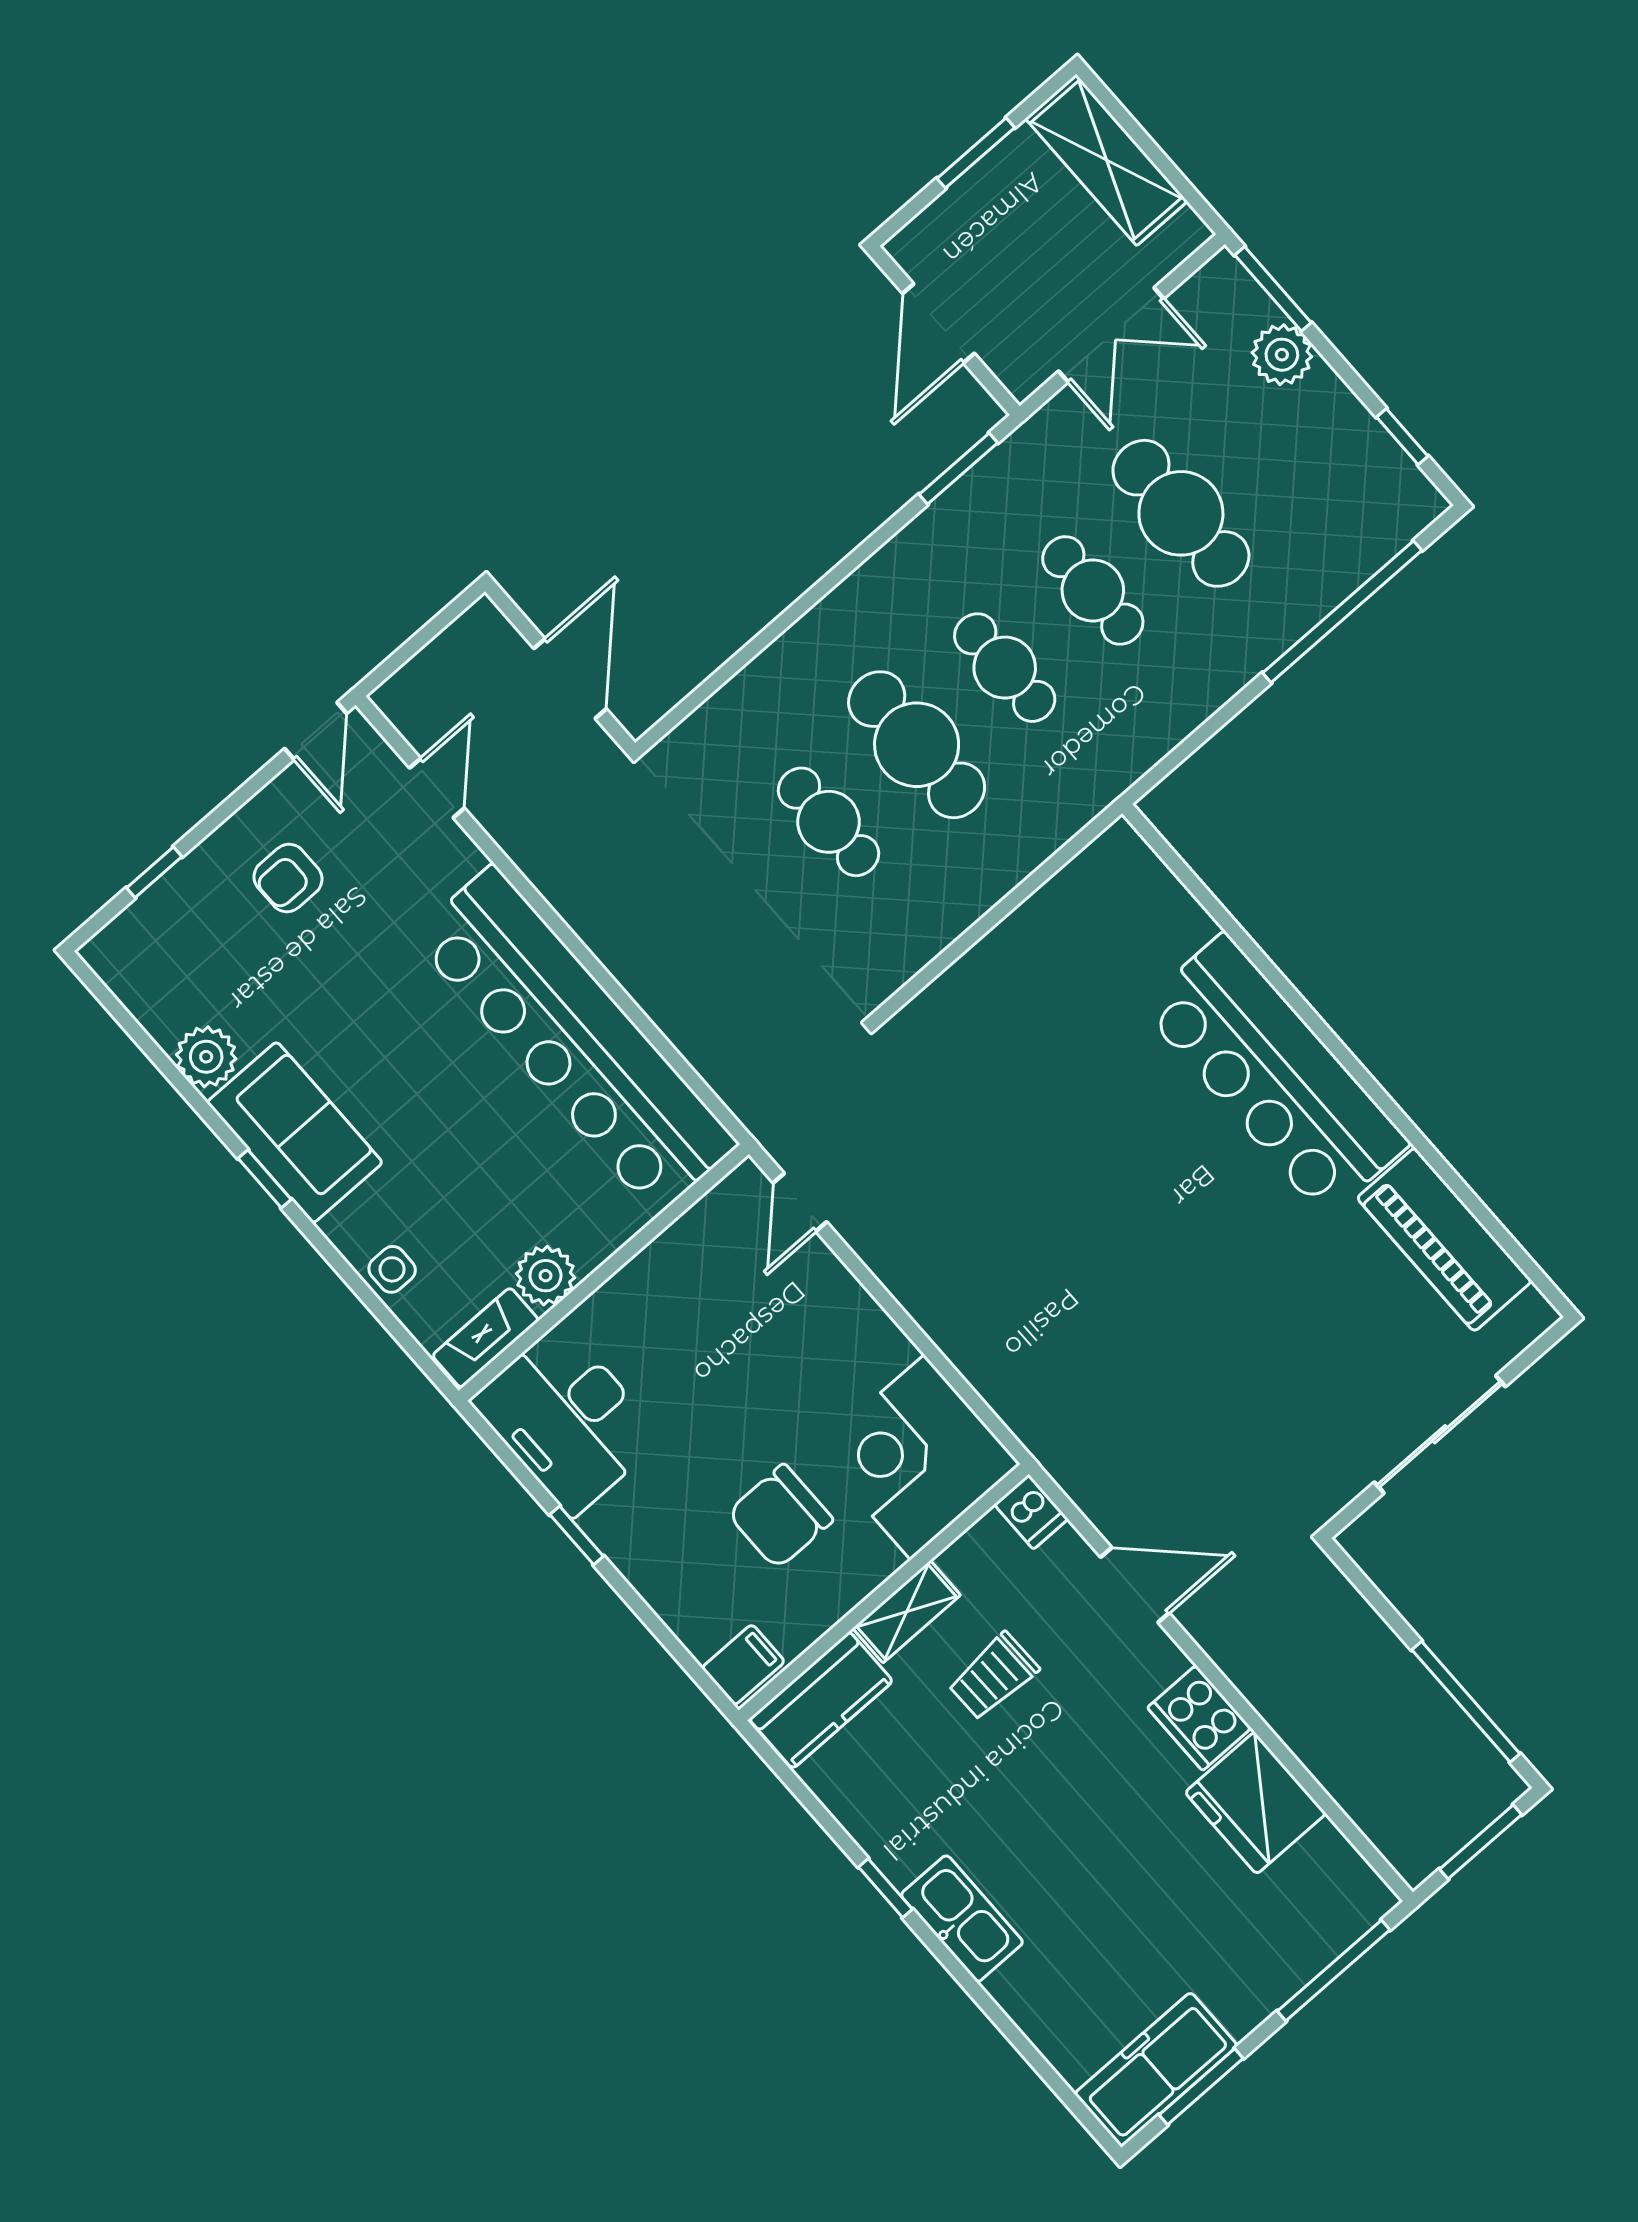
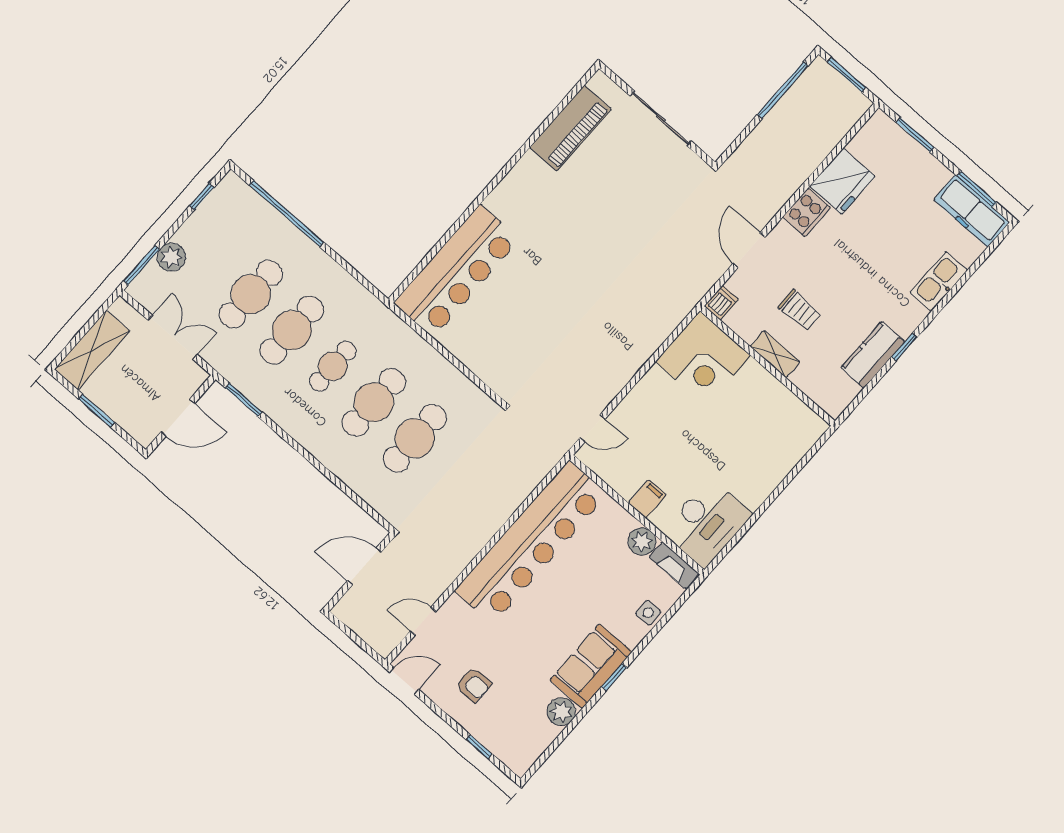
cafe table: (1093, 590) -> (292, 330), width x1.37, depth x1.35
cafe table: (829, 822) -> (415, 438), width x1.37, depth x1.35
bar counter: (1275, 1075) -> (457, 271), moved
chair: (780, 1517) -> (739, 418), removed
window: (577, 1535) -> (760, 511), removed
filing cabinet: (743, 1665) -> (647, 499), moved, turned 90
kitchen counter: (821, 1700) -> (873, 355), moved, turned -90
kitchen sink: (962, 1919) -> (939, 281), moved
window: (1334, 1971) -> (915, 135), width x0.69

